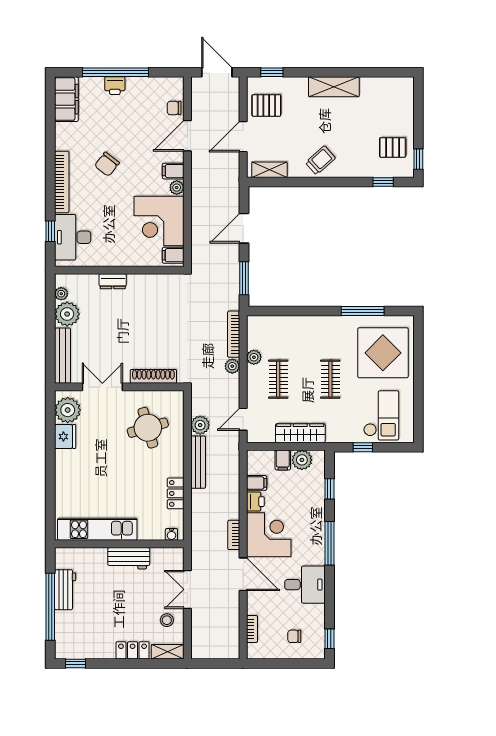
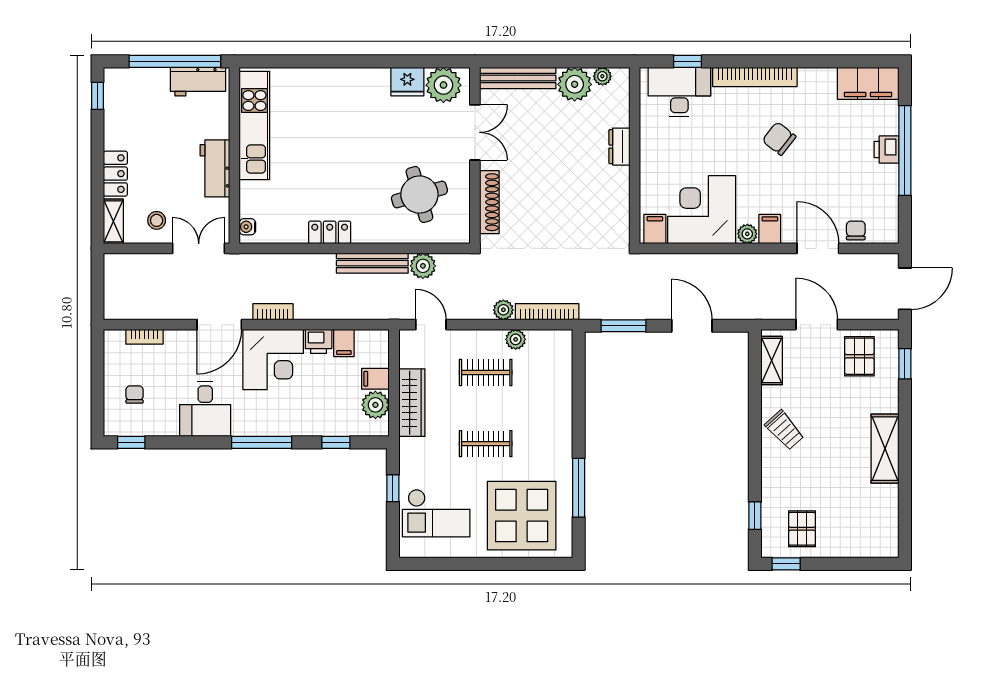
kitchen unit: (97, 529) -> (254, 125), moved
water cooler: (171, 534) -> (247, 227), moved
wall: (119, 544) -> (234, 155), moved
workbench: (129, 558) -> (215, 168), moved

